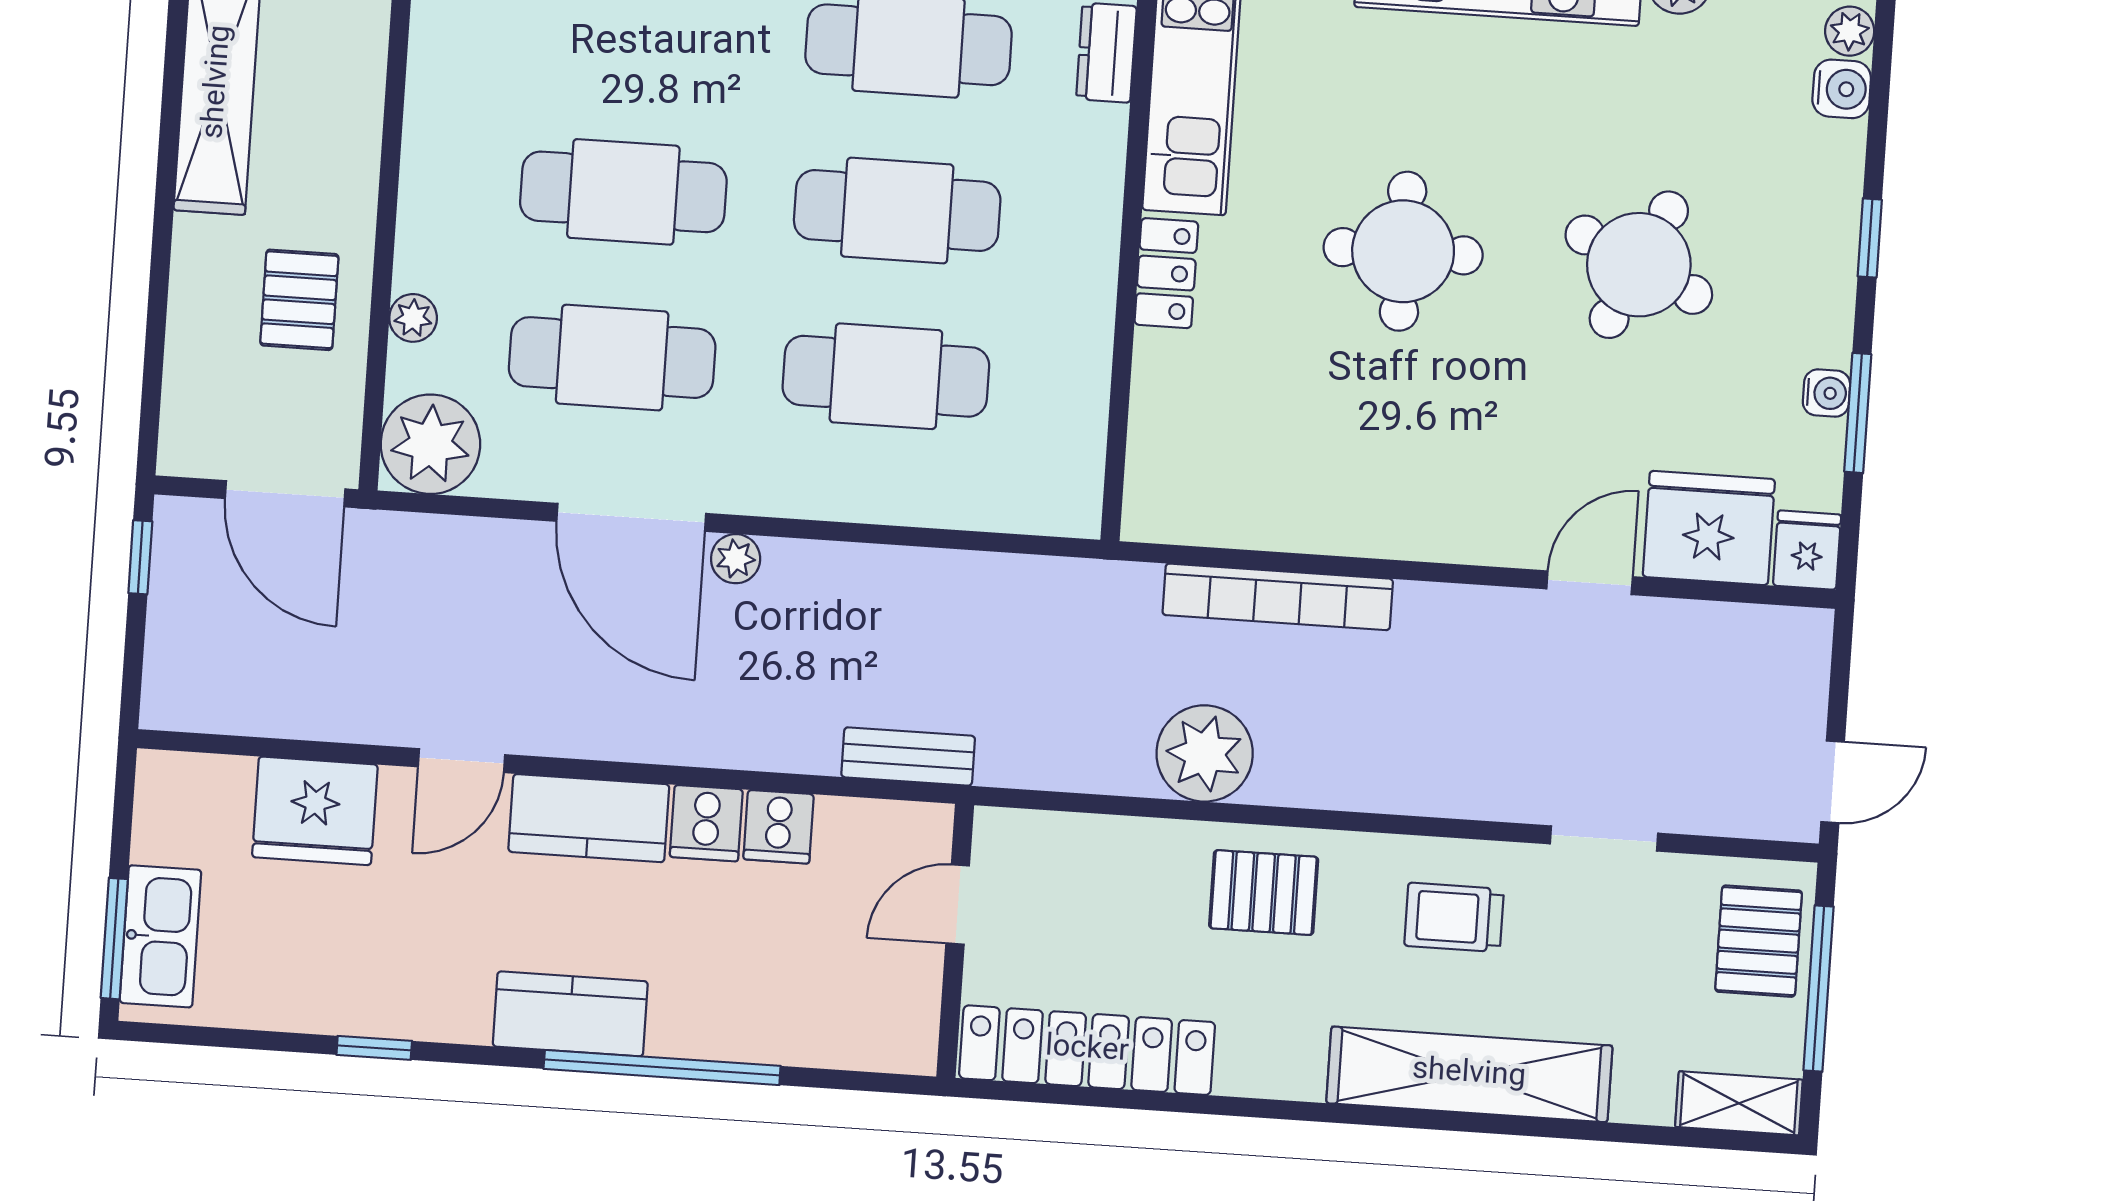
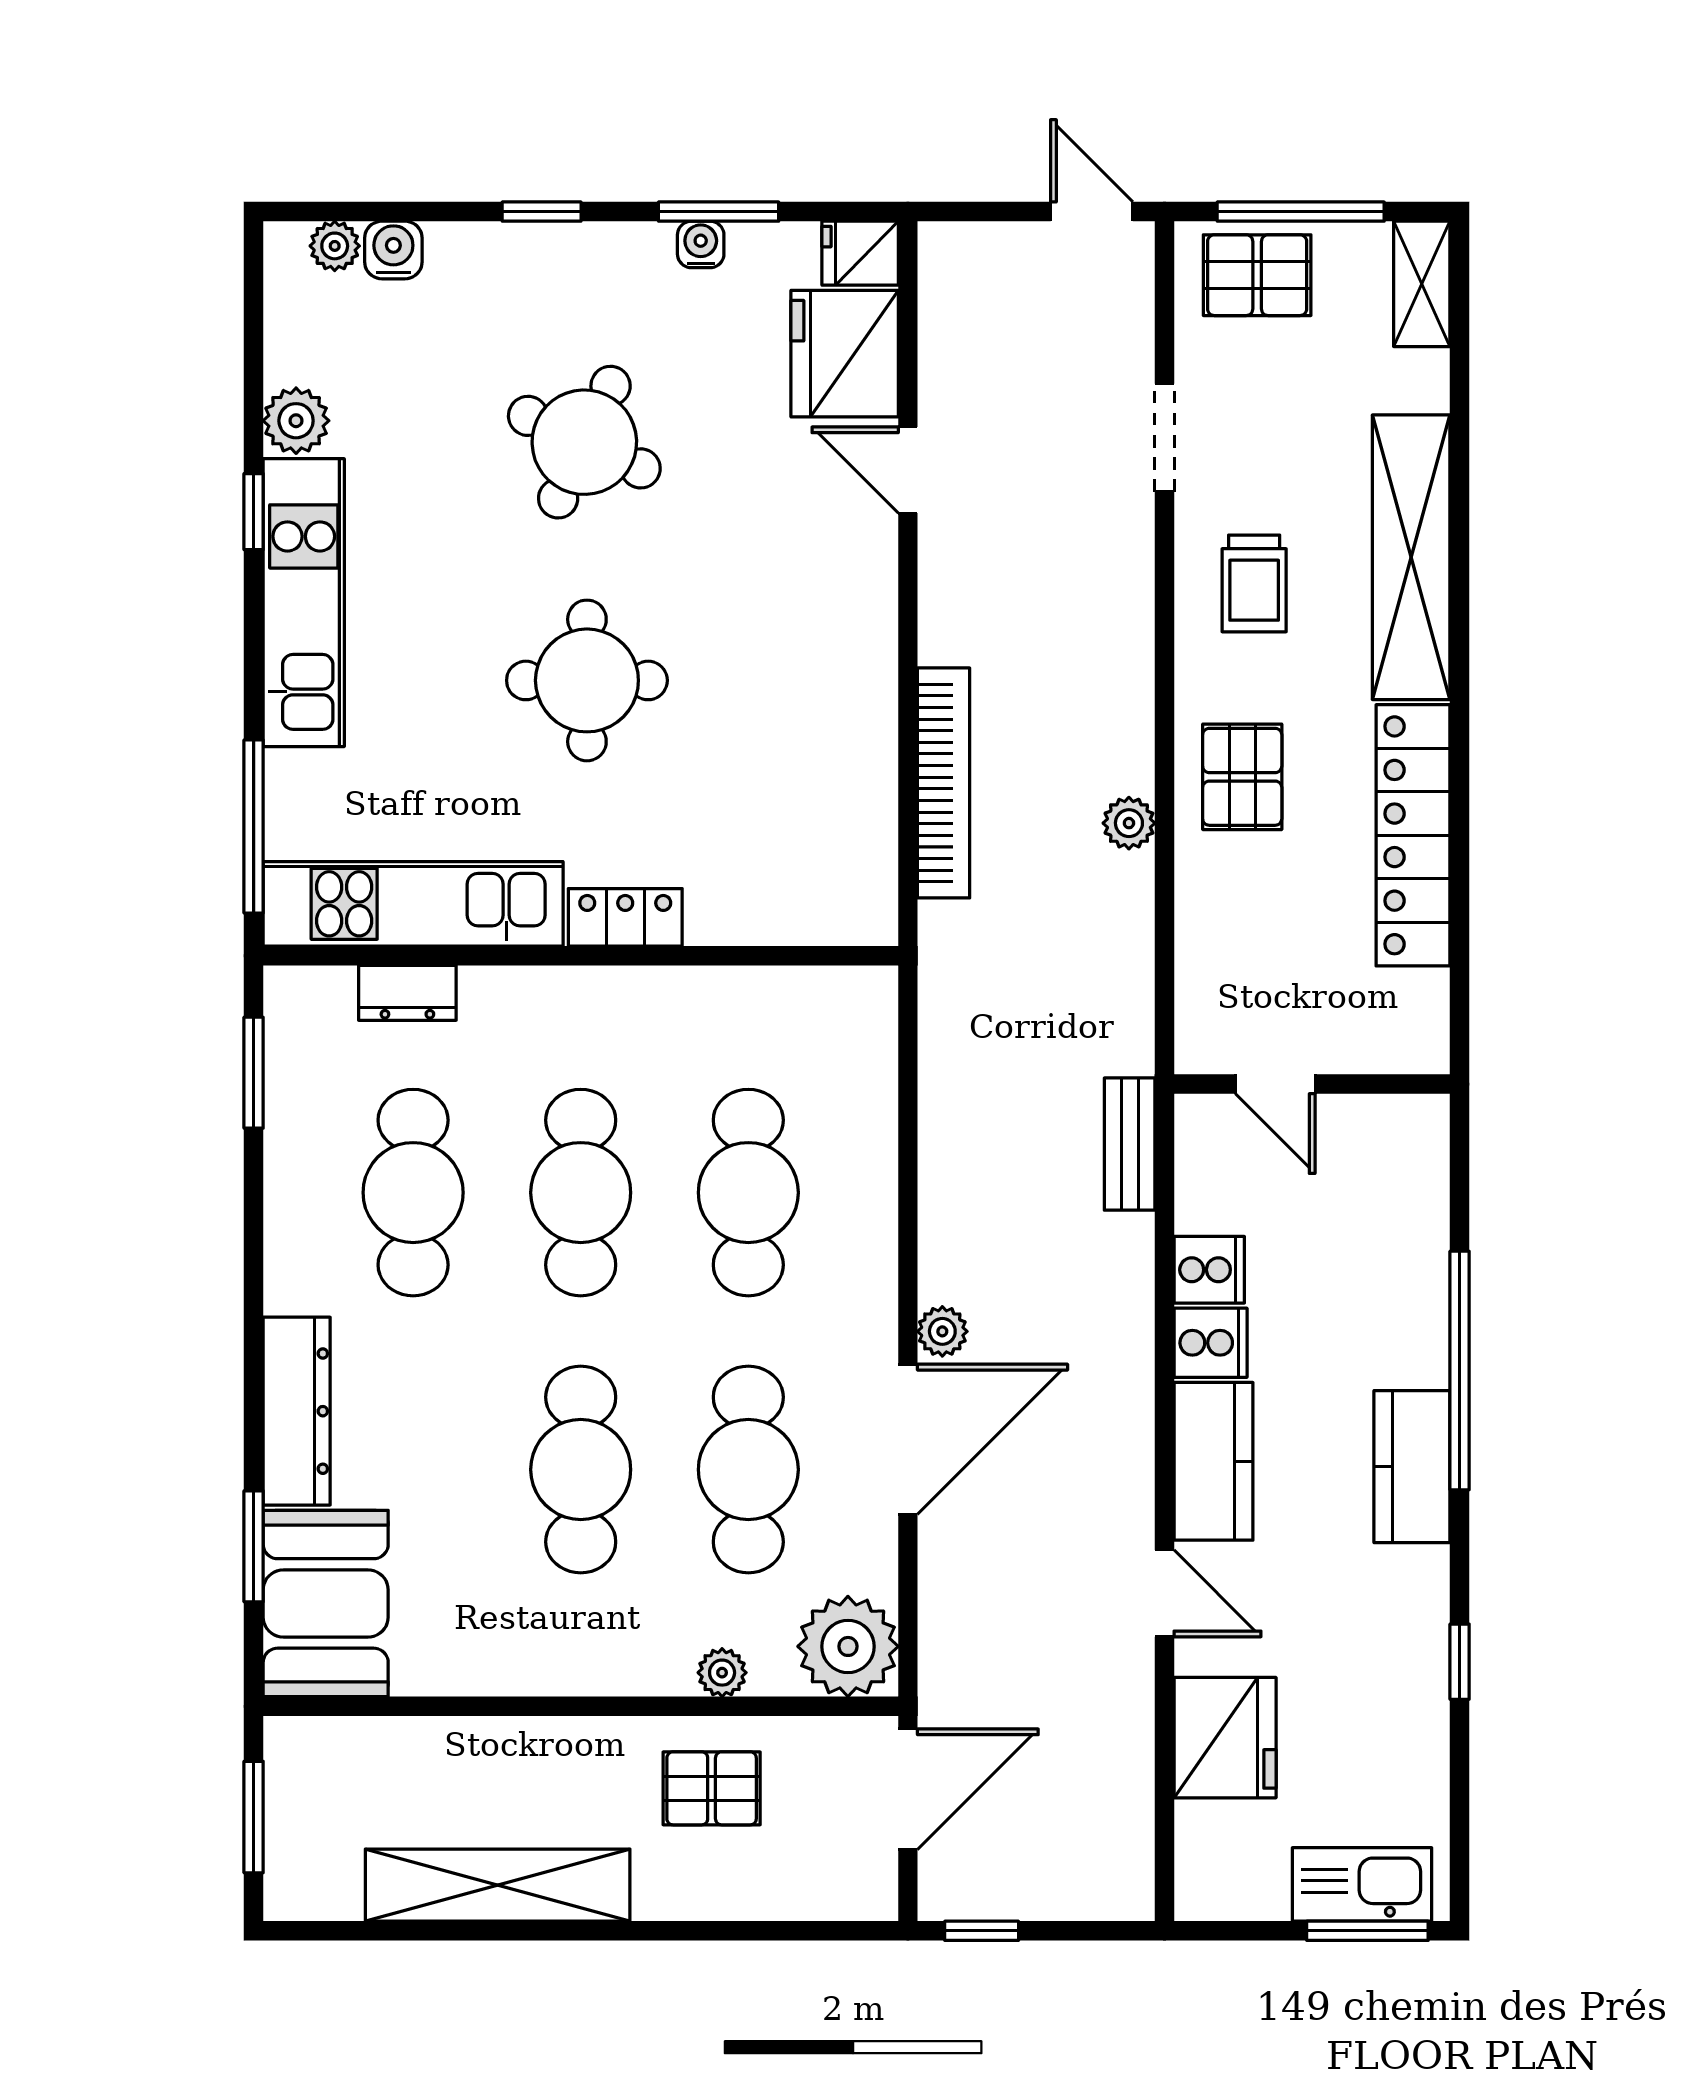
plant: (1205, 753) -> (1129, 823), width x0.53, depth x0.53
locker: (1087, 1050) -> (1413, 835), moved

